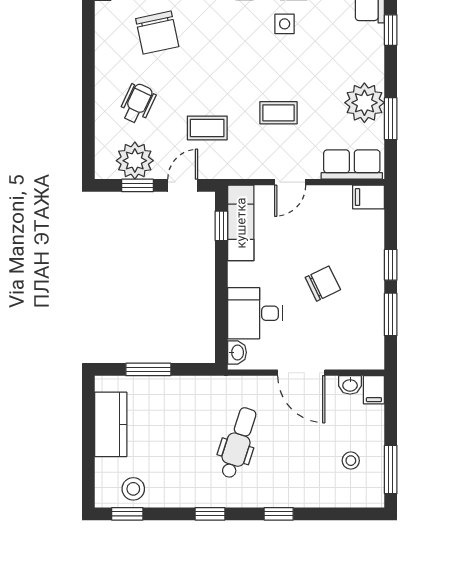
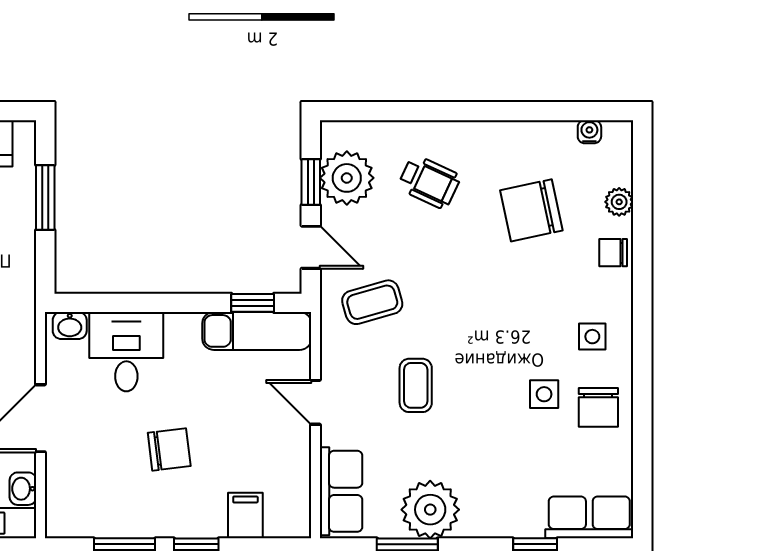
coffee table: (207, 128) -> (372, 302), moved, turned 74
filing cabinet: (369, 197) -> (245, 516), moved
chair: (323, 284) -> (169, 449), turned -71

